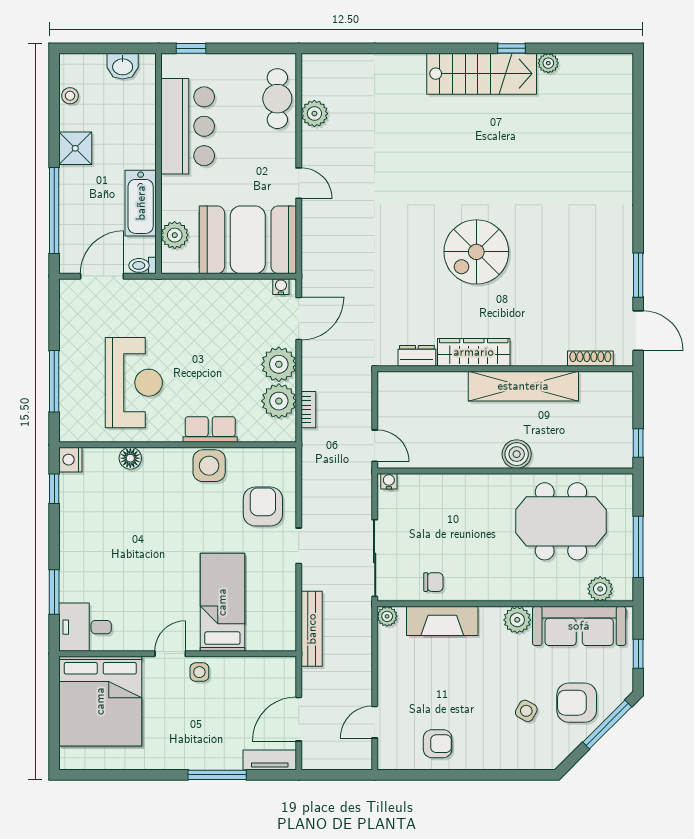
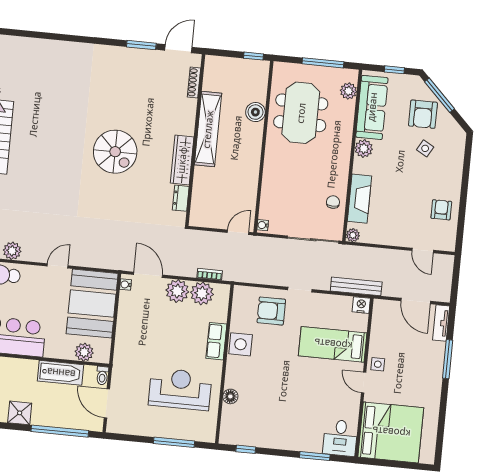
boiler: (517, 454) -> (255, 112), moved
nightstand: (70, 460) -> (361, 305), moved, turned 180

